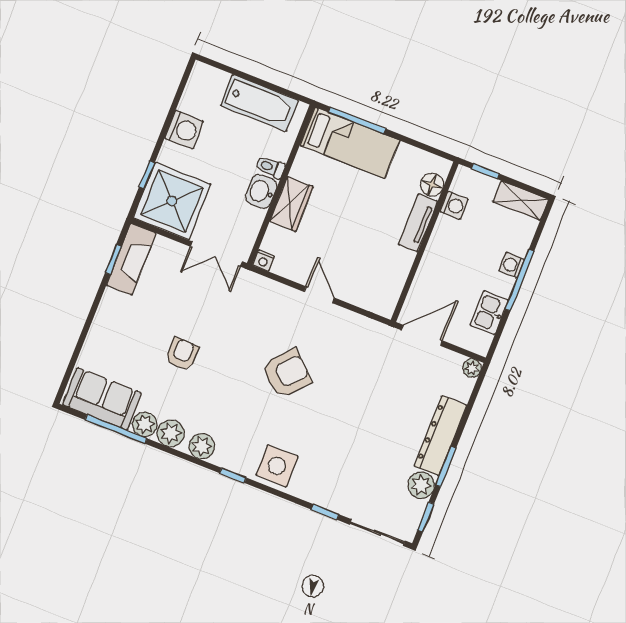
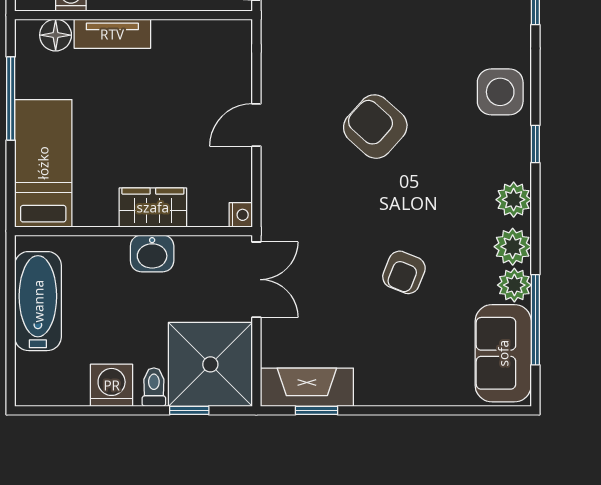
window: (357, 120) -> (11, 98), moved
toilet: (270, 167) -> (154, 387), moved, turned 180
armchair: (182, 354) -> (404, 272), turned -68

